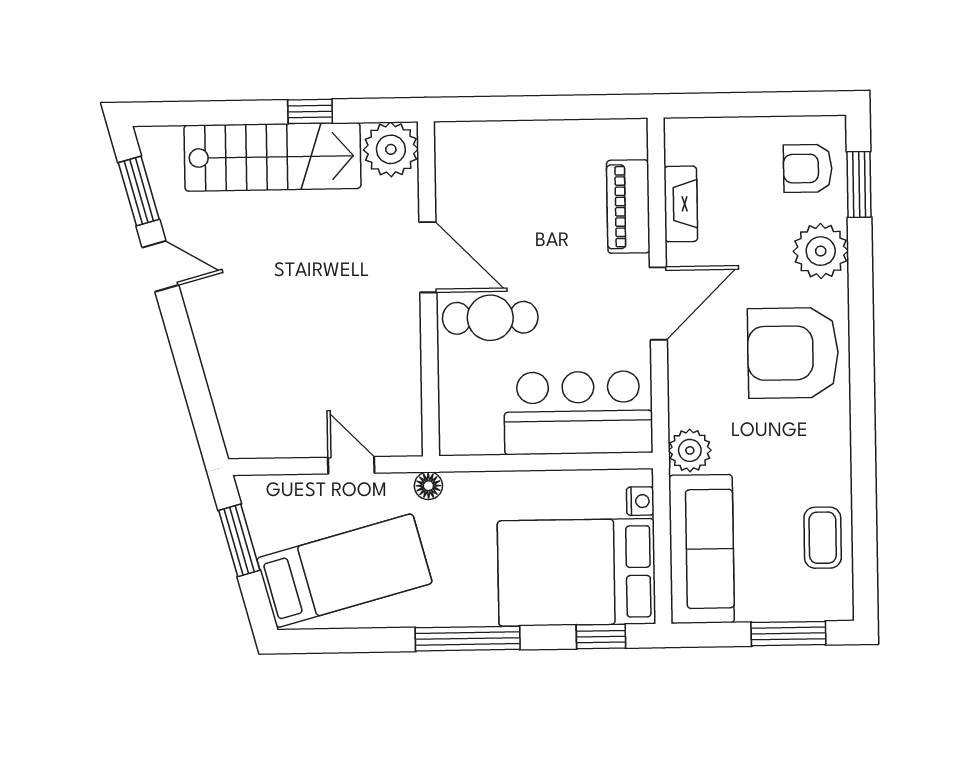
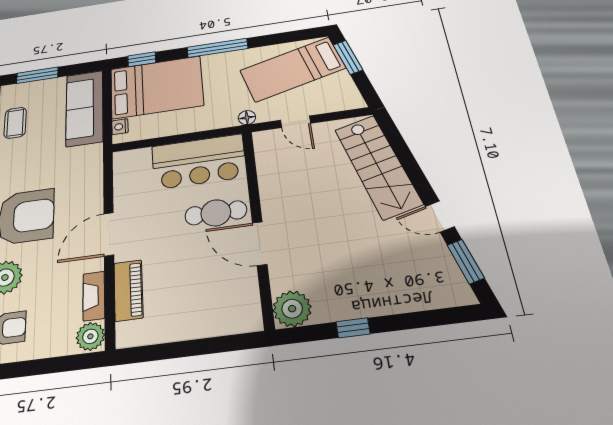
stairs: (272, 157) -> (378, 166), moved, turned -105
bar counter: (578, 413) -> (199, 162), moved
plant: (690, 450) -> (90, 336), moved
window: (239, 540) -> (348, 57), moved

